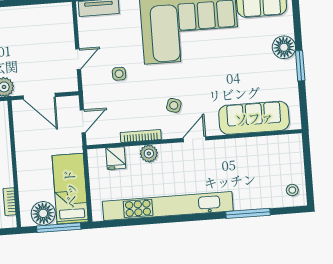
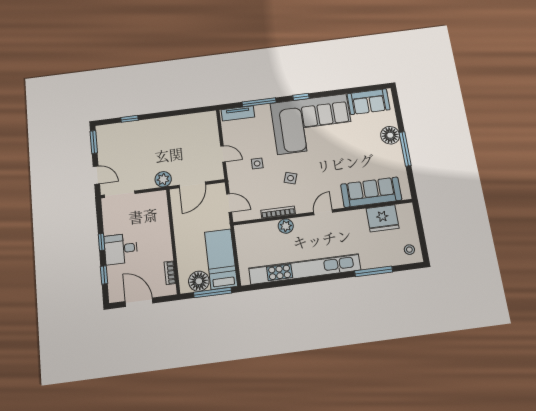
door: (78, 59) -> (223, 154), hinge flipped
window: (300, 66) -> (405, 149), width x1.44
door: (39, 96) -> (192, 185), hinge flipped
side table: (174, 105) -> (291, 178), moved
door: (83, 121) -> (229, 203), hinge flipped
fridge: (116, 158) -> (383, 218), moved, width x1.88, depth x1.34

